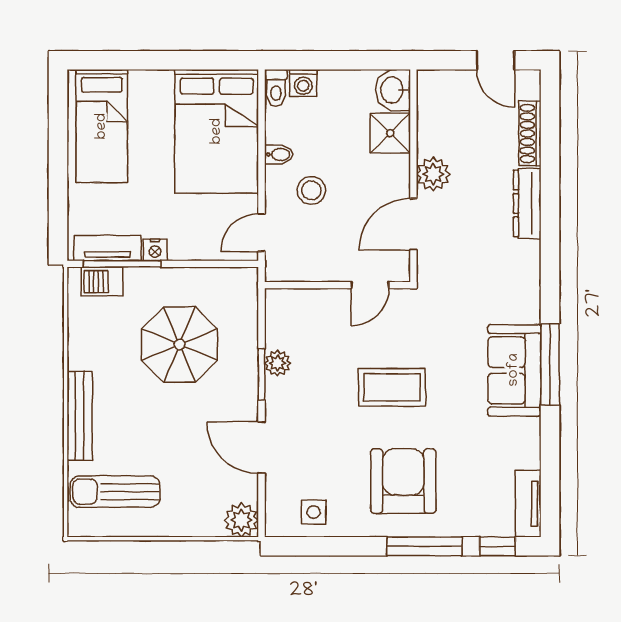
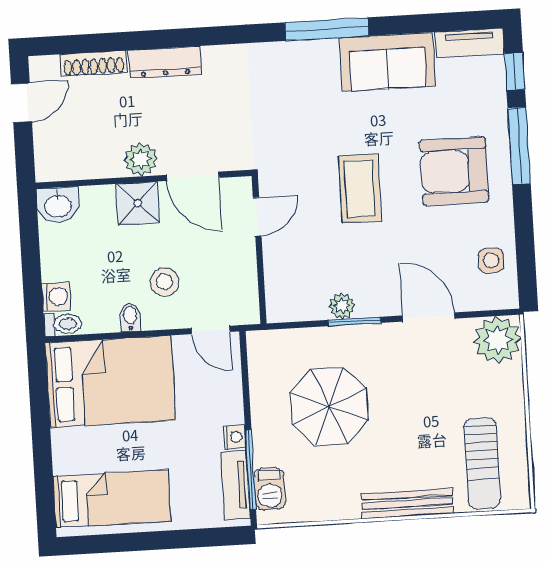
shower: (390, 133) -> (138, 203), moved
door: (370, 285) -> (257, 217), hinge flipped
sofa: (514, 370) -> (387, 62), moved
door: (262, 448) -> (429, 317), swing flipped
plant: (241, 520) -> (498, 340), width x1.36, depth x1.36

